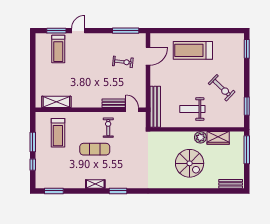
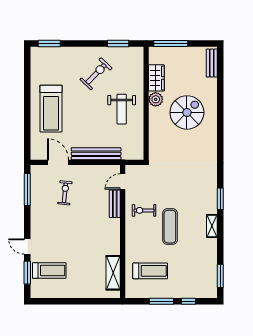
bench: (155, 107) -> (96, 154), moved

